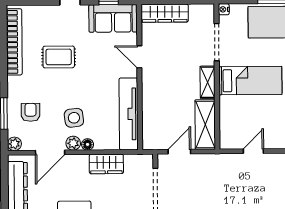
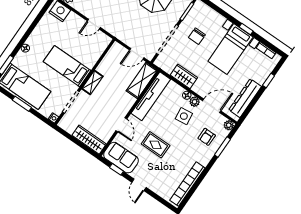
rug: (59, 57) -> (156, 145), moved
shelving: (205, 125) -> (142, 80), moved

